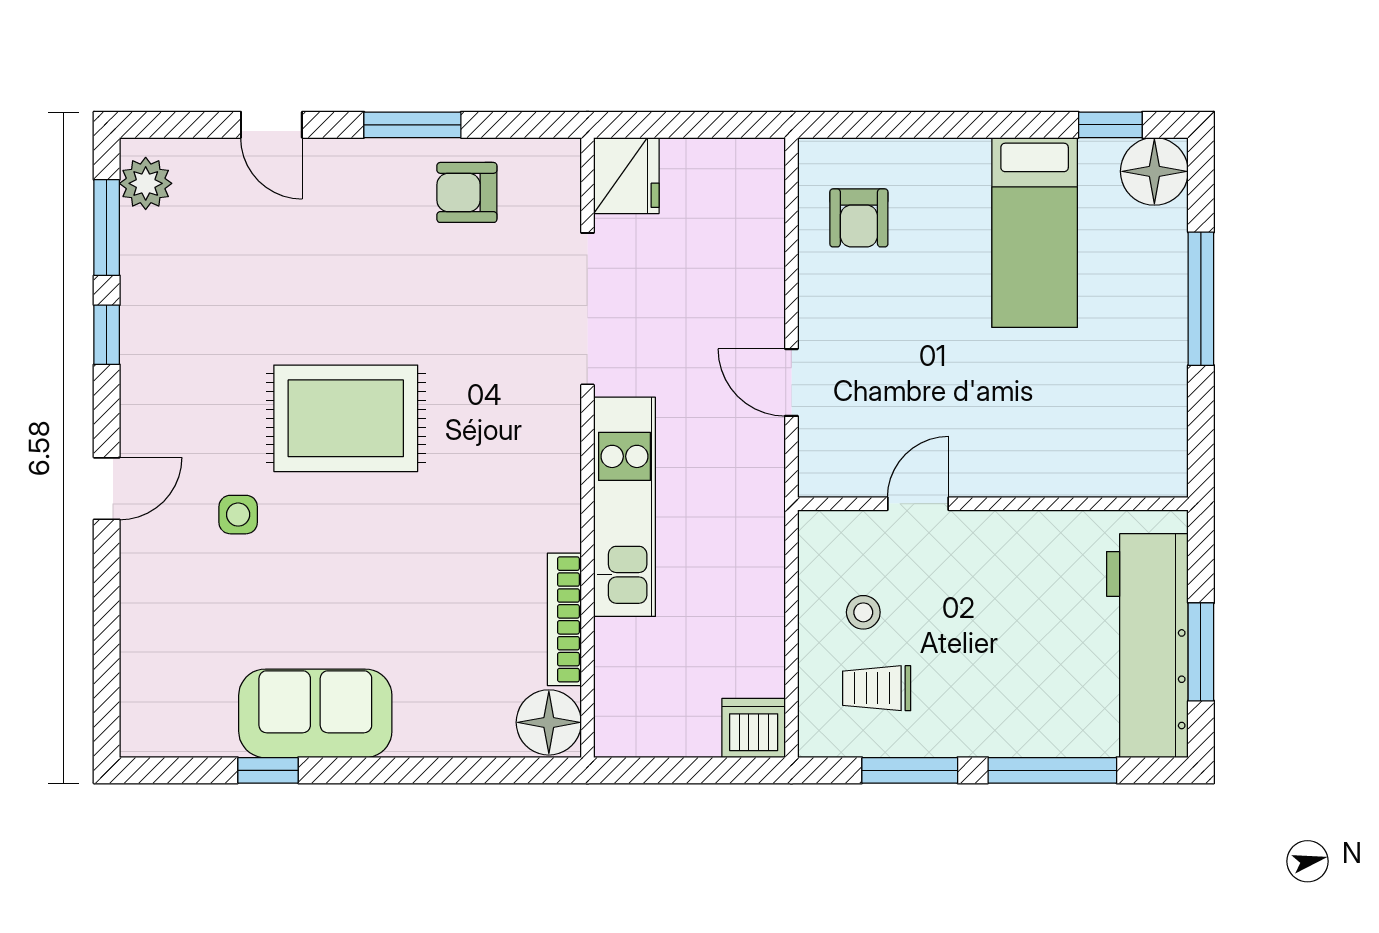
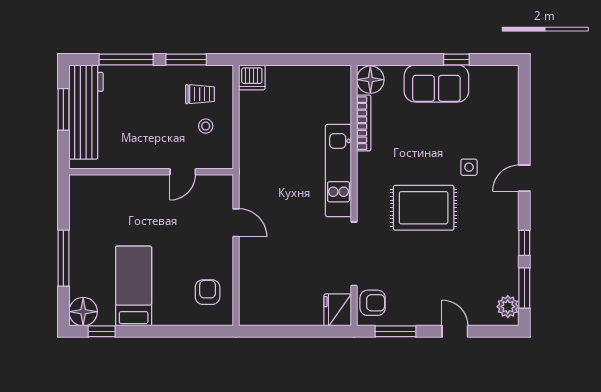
fridge: (626, 176) -> (338, 310), moved
doorway: (587, 309) -> (354, 254), moved
wall: (587, 448) -> (354, 195), moved
kitchen unit: (625, 507) -> (338, 170), moved
bookcase: (564, 619) -> (364, 123), moved
floor lamp: (549, 722) -> (370, 80), moved

